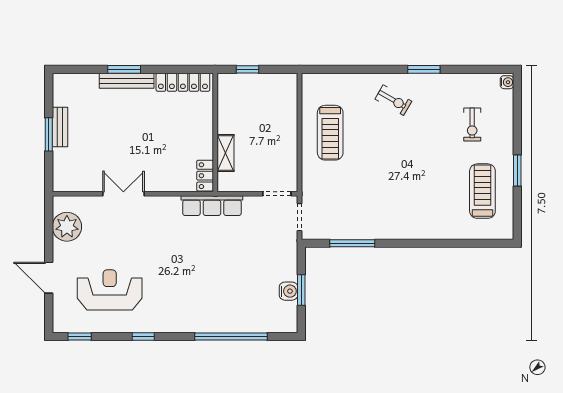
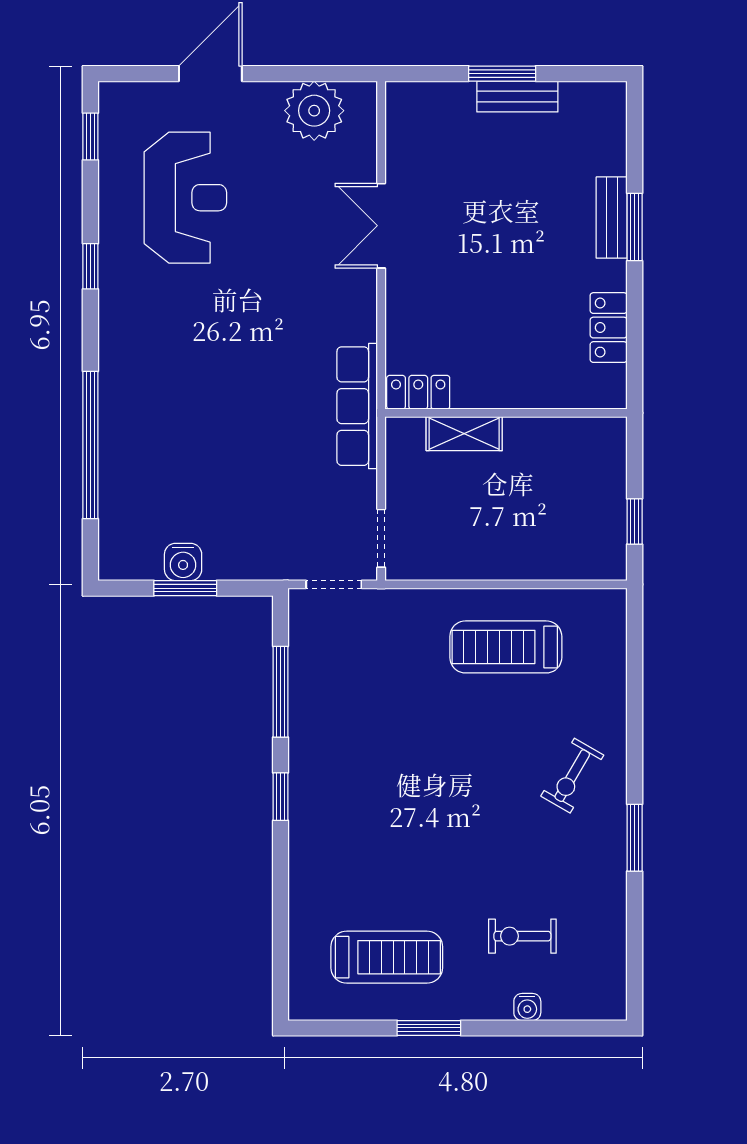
window: (248, 69) -> (635, 522), moved
bench: (127, 81) -> (612, 218), width x0.73
locker: (183, 82) -> (609, 328), width x0.66
water cooler: (507, 82) -> (527, 1007), moved
double door: (123, 194) -> (381, 226), swing flipped
window: (404, 243) -> (281, 797), added

